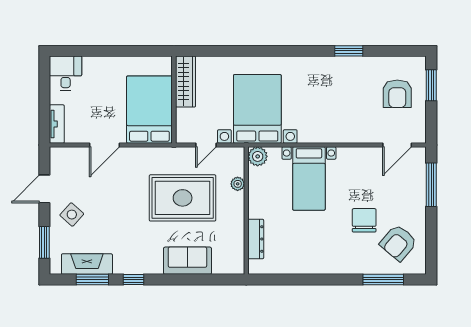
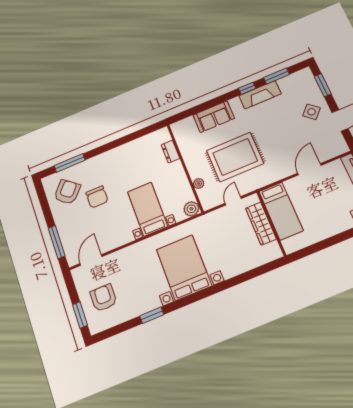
wardrobe: (186, 82) -> (261, 224), moved
bed with nightstands: (257, 109) -> (184, 268), moved, turned 180
bed: (149, 110) -> (281, 211), width x0.67
dresser: (256, 239) -> (170, 152), width x0.70
fireplace: (87, 264) -> (260, 95), moved

